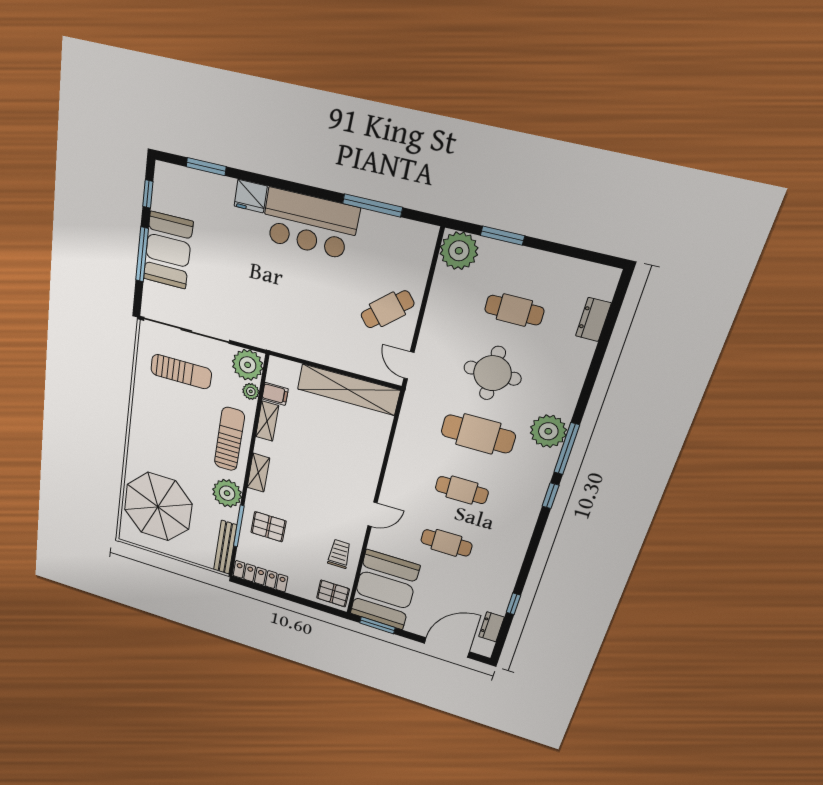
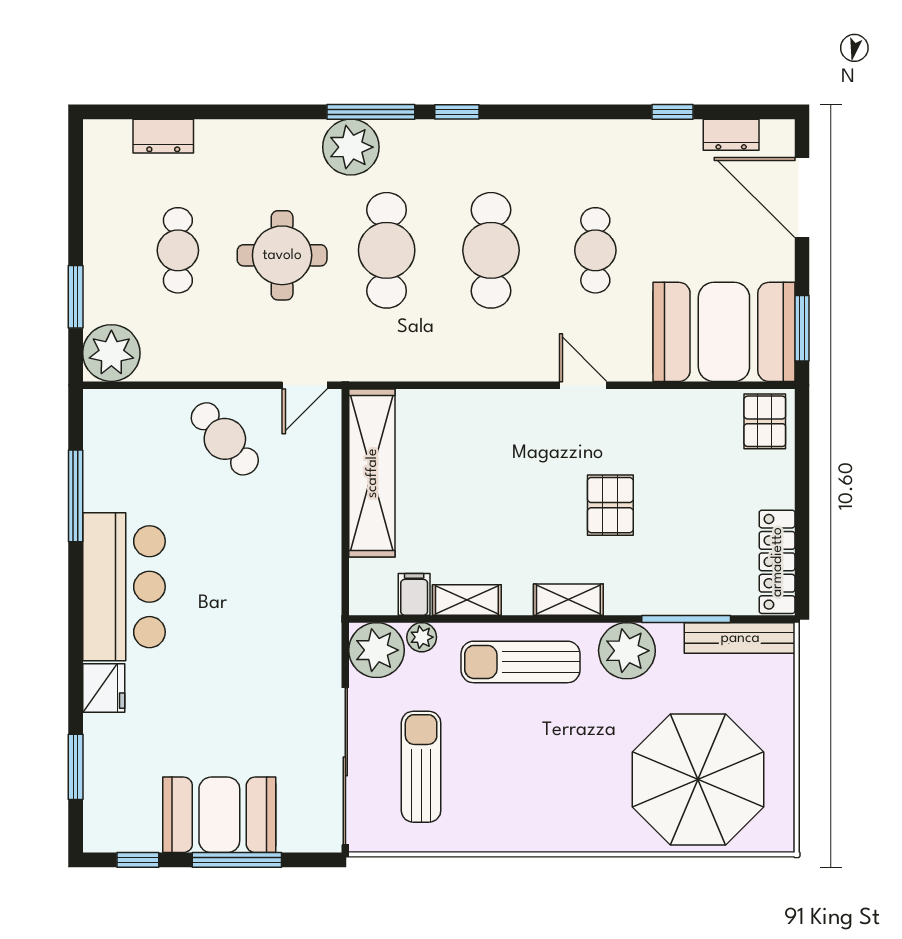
cafe table: (462, 490) -> (491, 250), width x1.37, depth x1.35
pallet: (268, 527) -> (610, 505), moved
trolley: (339, 554) -> (680, 426), removed

